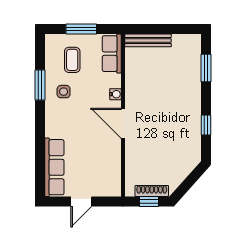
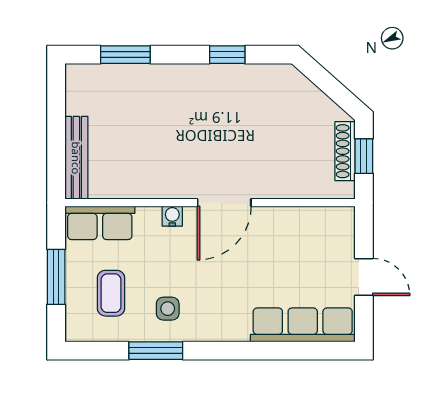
coffee table: (72, 60) -> (111, 293), turned 90

